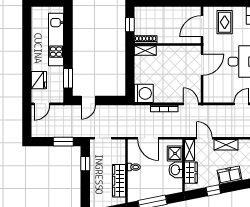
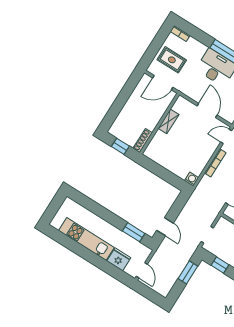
door: (202, 26) -> (163, 83), hinge flipped
kitchen unit: (56, 39) -> (86, 239), moved, turned 180
shelving: (145, 50) -> (168, 121), moved
door: (202, 65) -> (207, 111), moved
washing machine: (144, 93) -> (192, 179), width x0.53, depth x0.53

